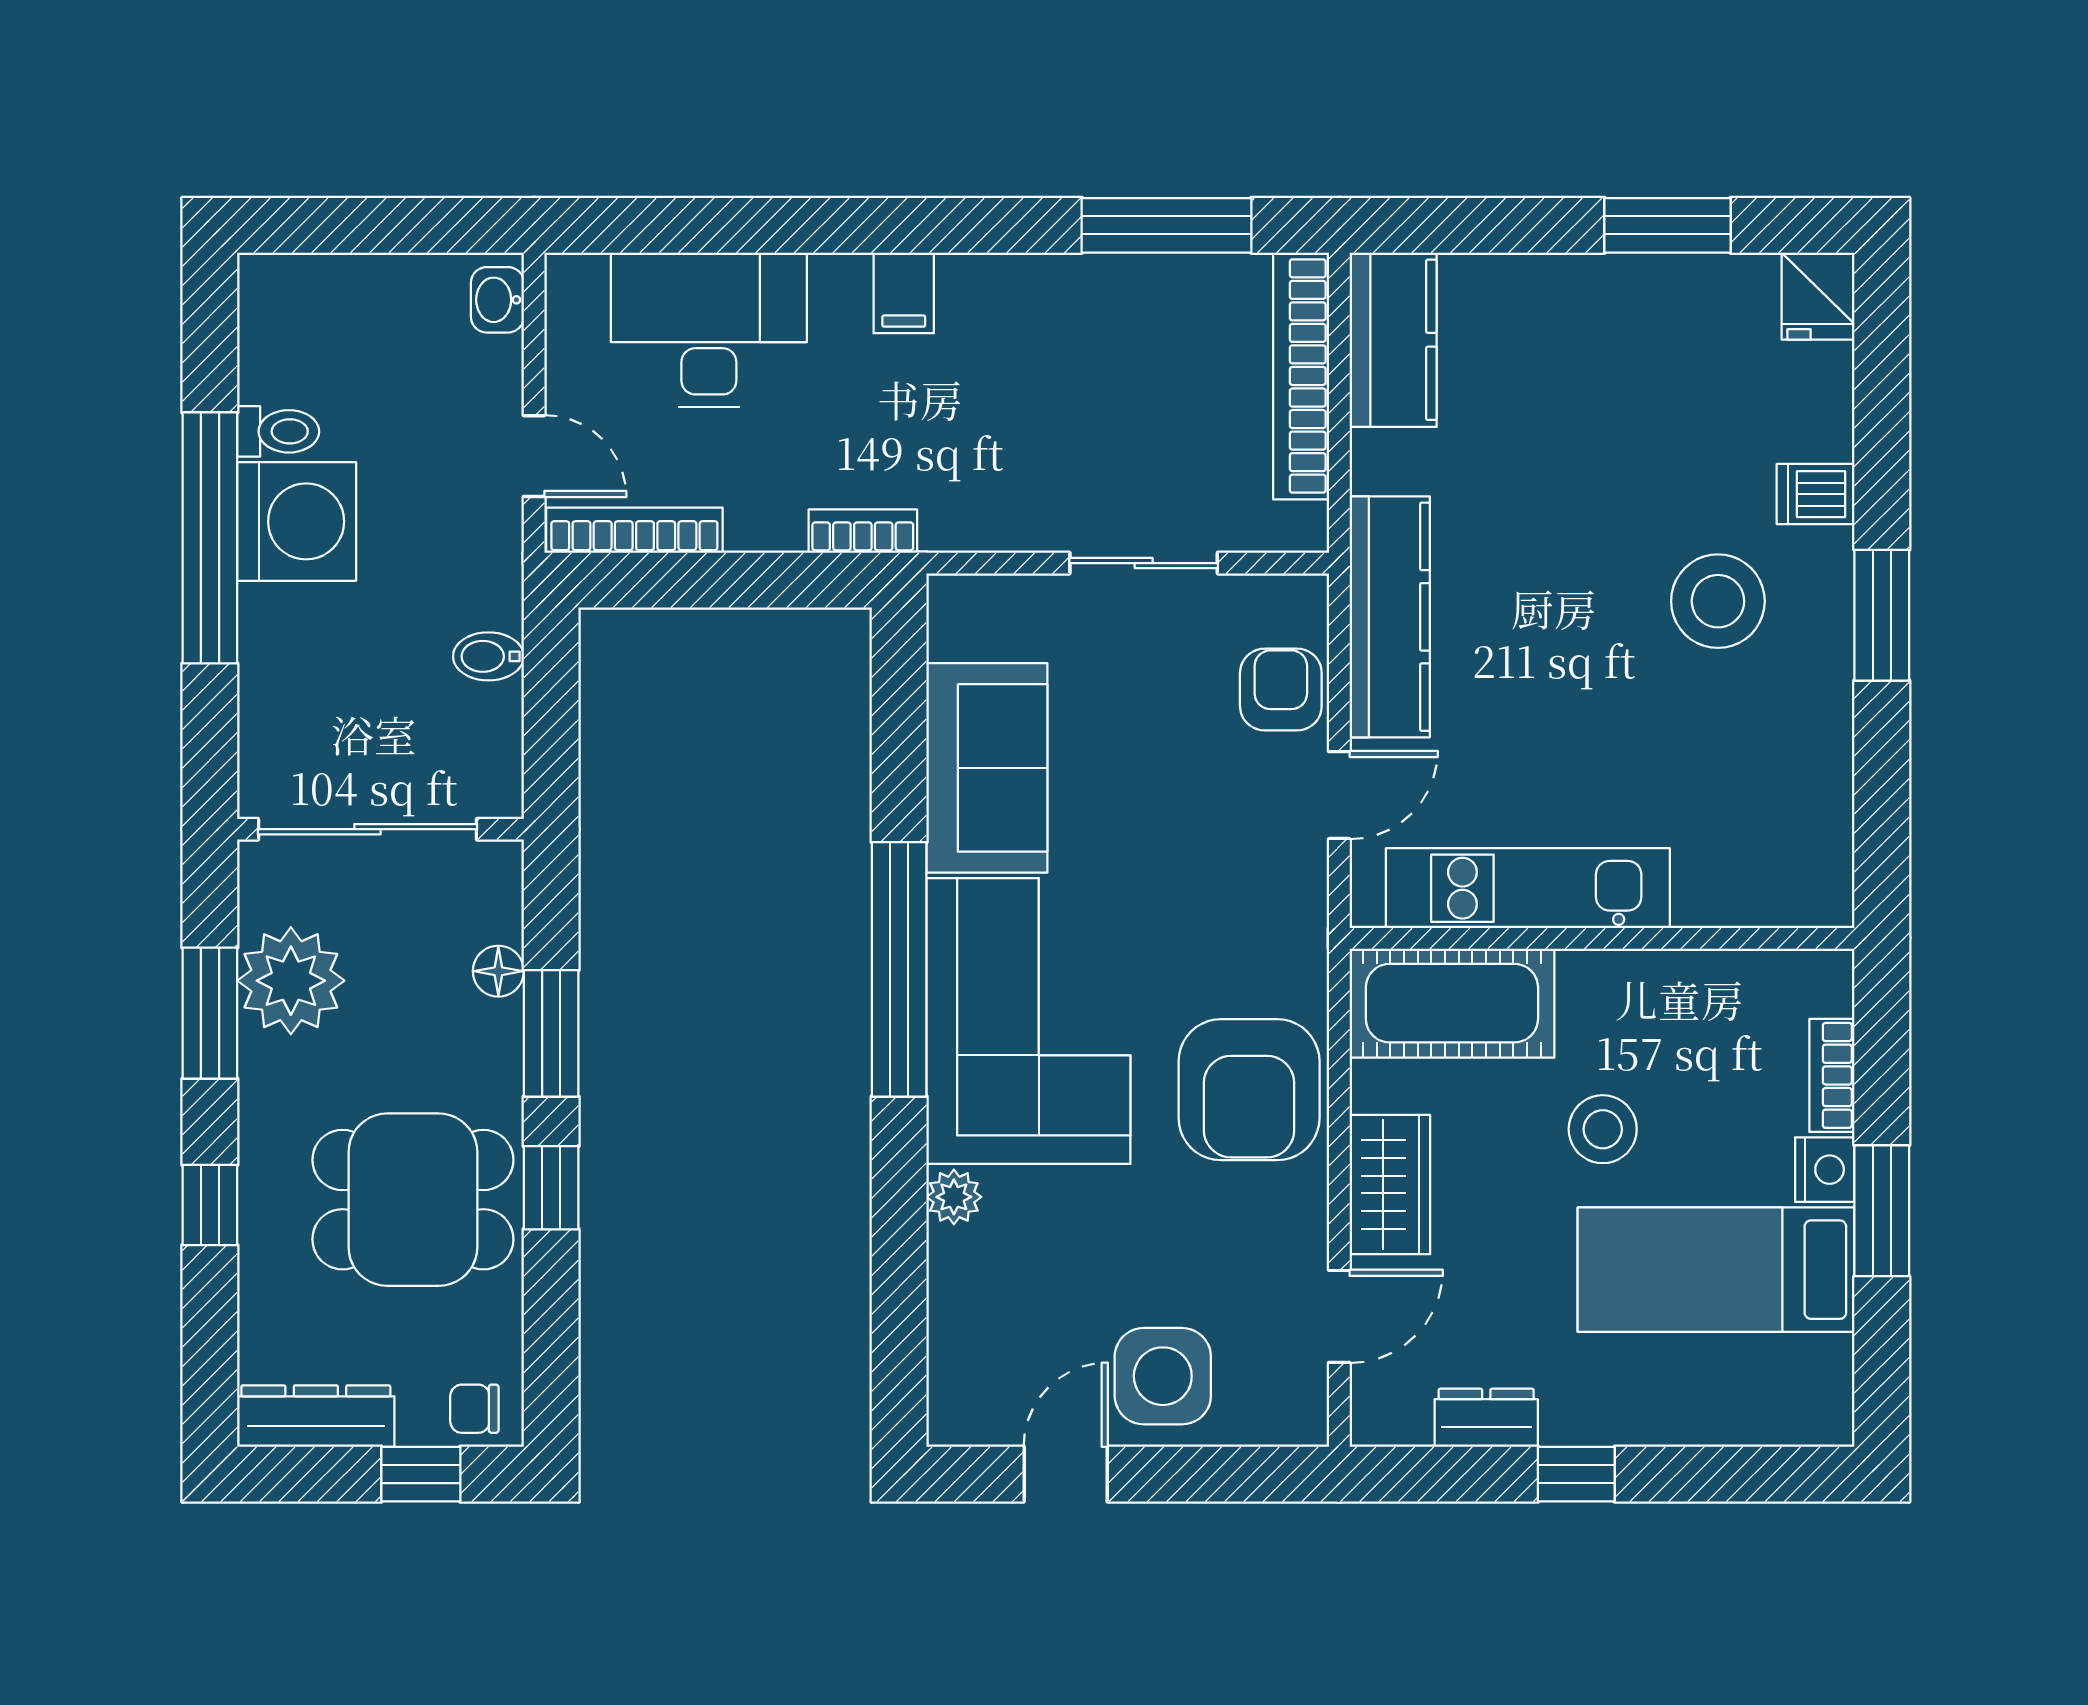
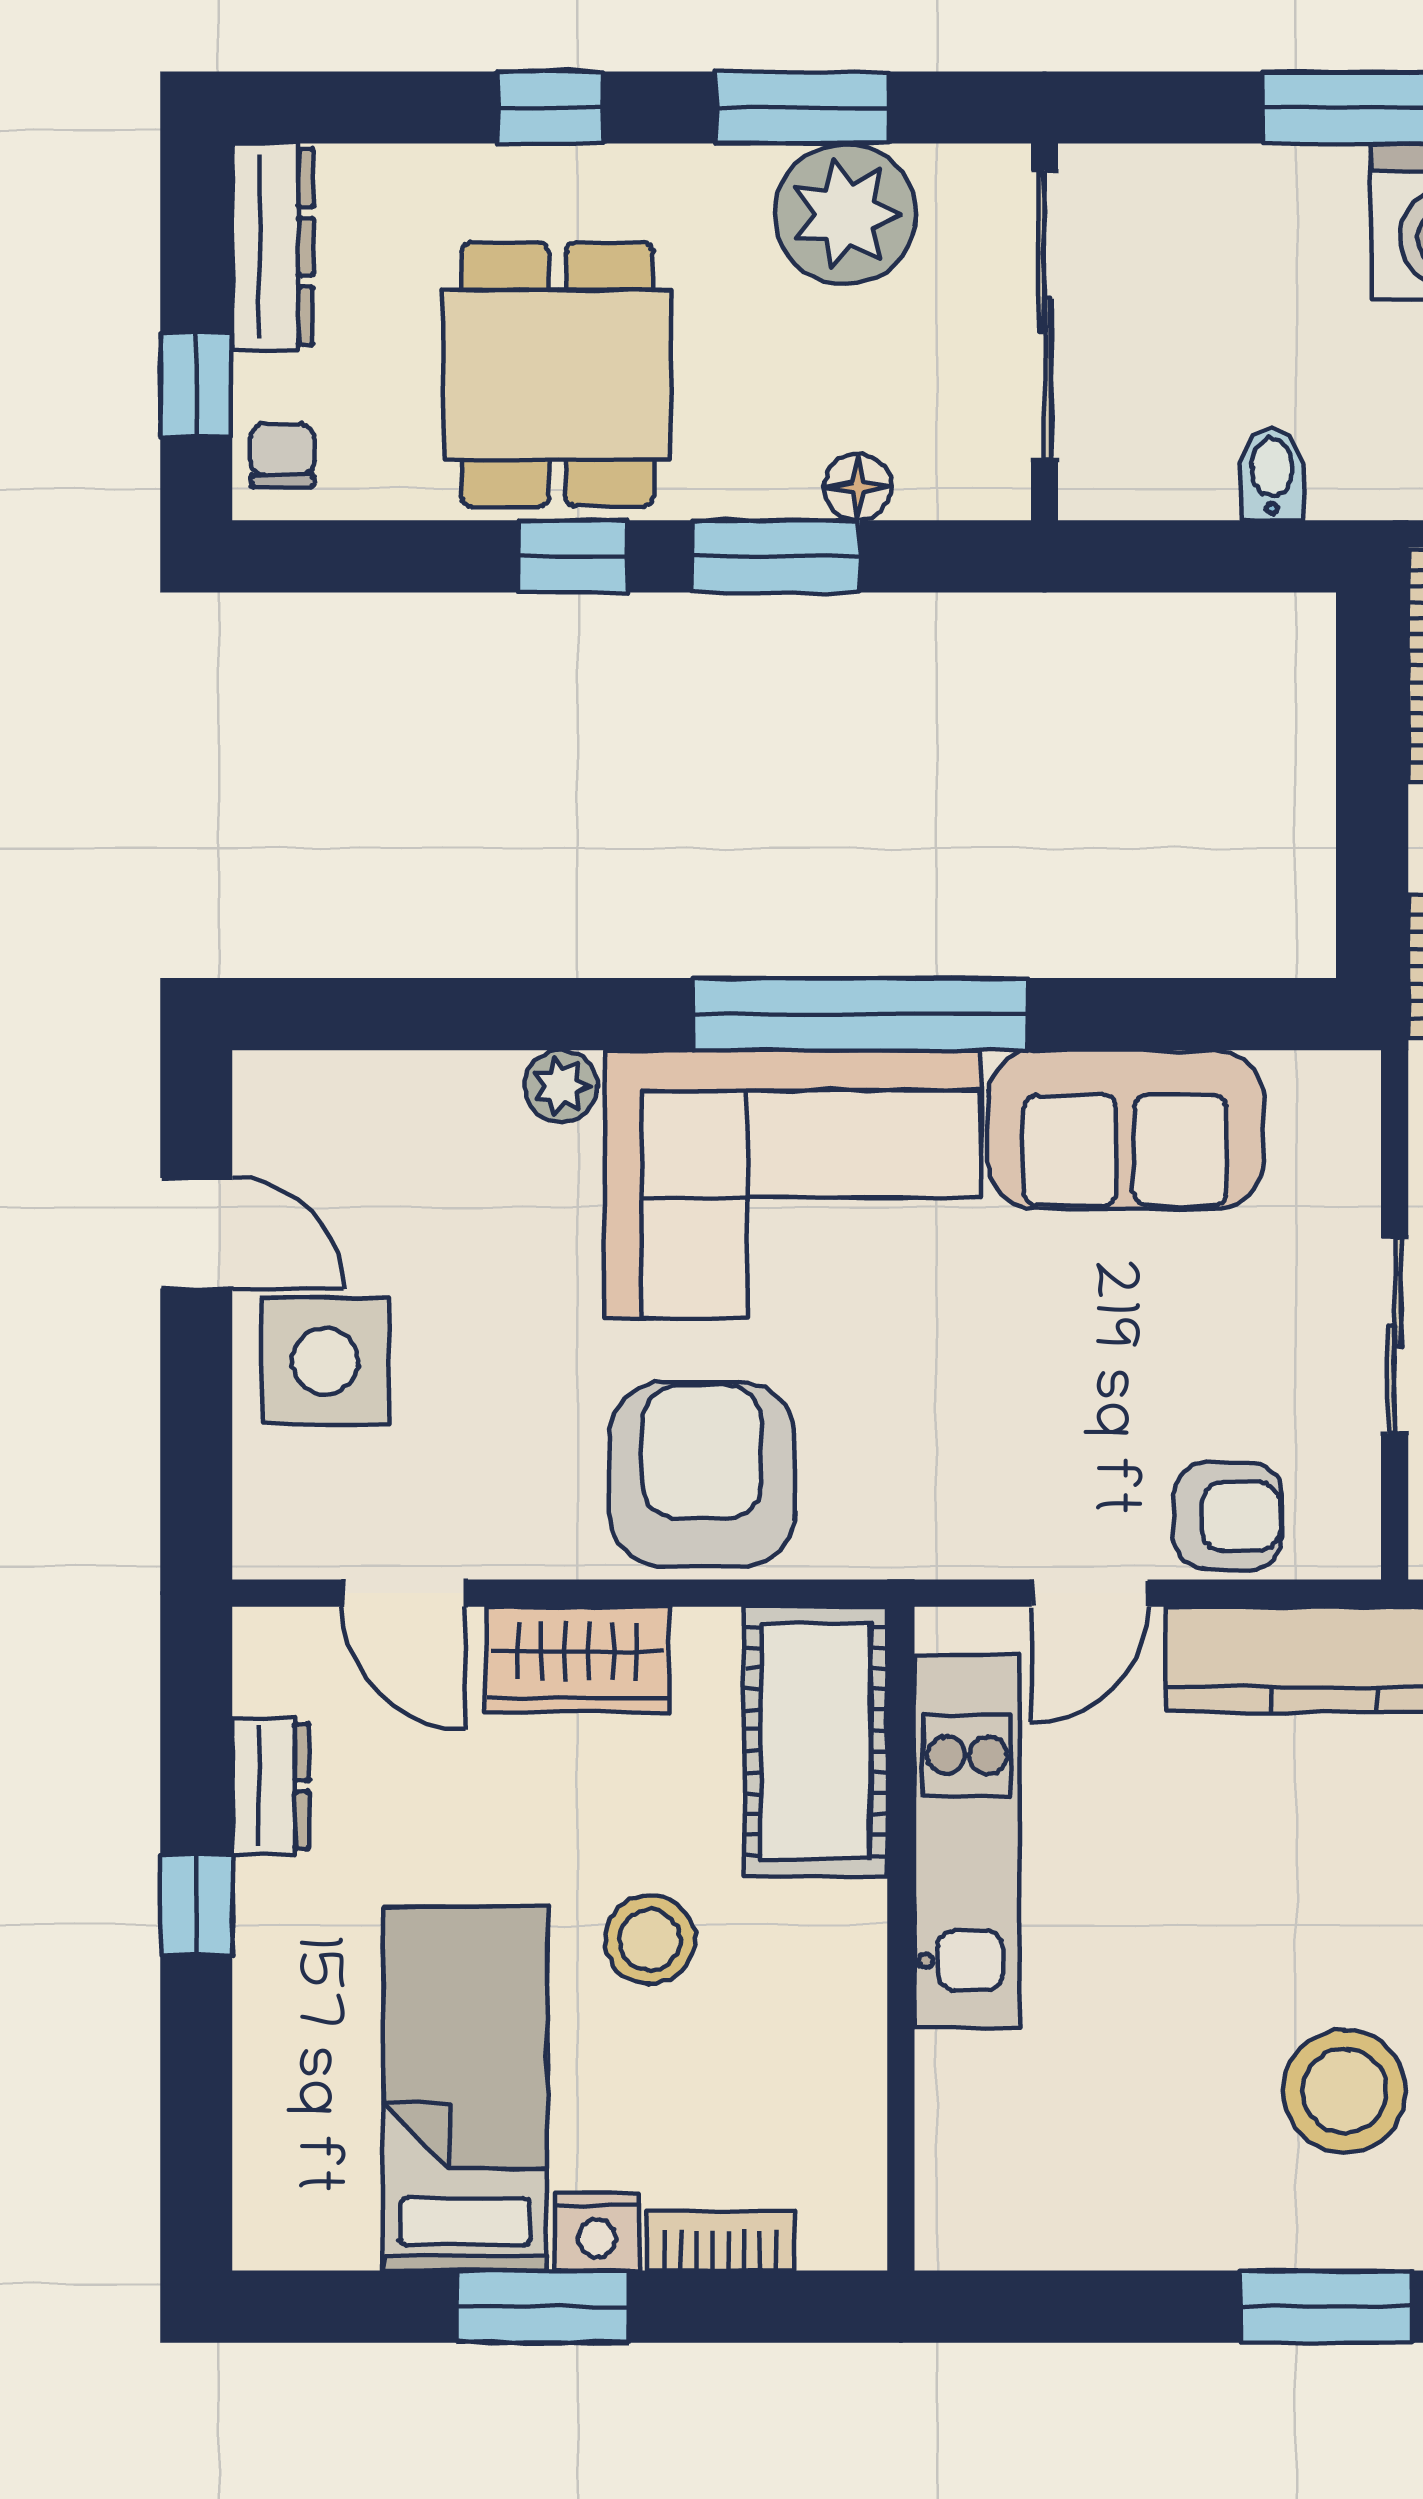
door: (1339, 795) -> (1090, 1593), hinge flipped
armchair: (1249, 1090) -> (702, 1474), turned 90

